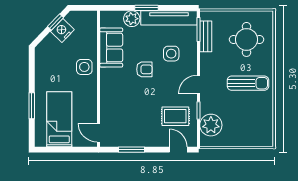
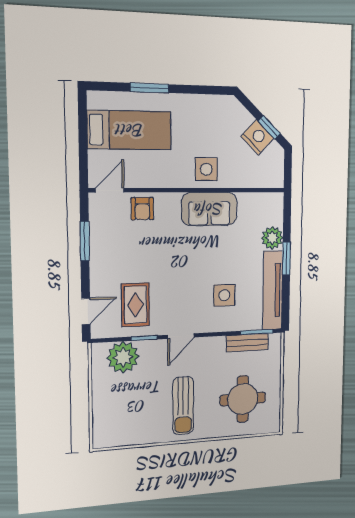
sofa: (111, 48) -> (209, 209), moved
armchair: (144, 69) -> (142, 209), moved
door: (198, 85) -> (181, 336), swing flipped

